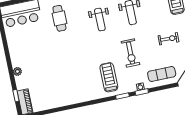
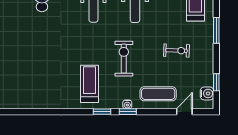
exercise bike: (130, 53) -> (124, 59), turned 180

